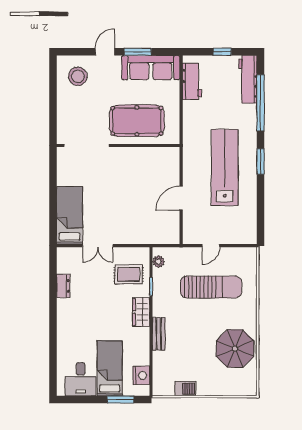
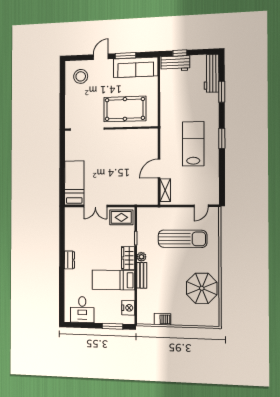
window: (222, 52) -> (180, 53), moved
workbench: (192, 81) -> (175, 63), moved, turned 90
window: (261, 103) -> (222, 92), width x0.47
lab bench: (225, 168) -> (193, 144), width x0.73
shelving: (189, 226) -> (165, 190), added
door: (211, 246) -> (201, 206), moved
plant: (158, 262) -> (141, 257), moved
rug: (129, 274) -> (121, 217), moved
dresser: (63, 286) -> (69, 260), moved
bed: (110, 368) -> (113, 280), moved, turned -90

